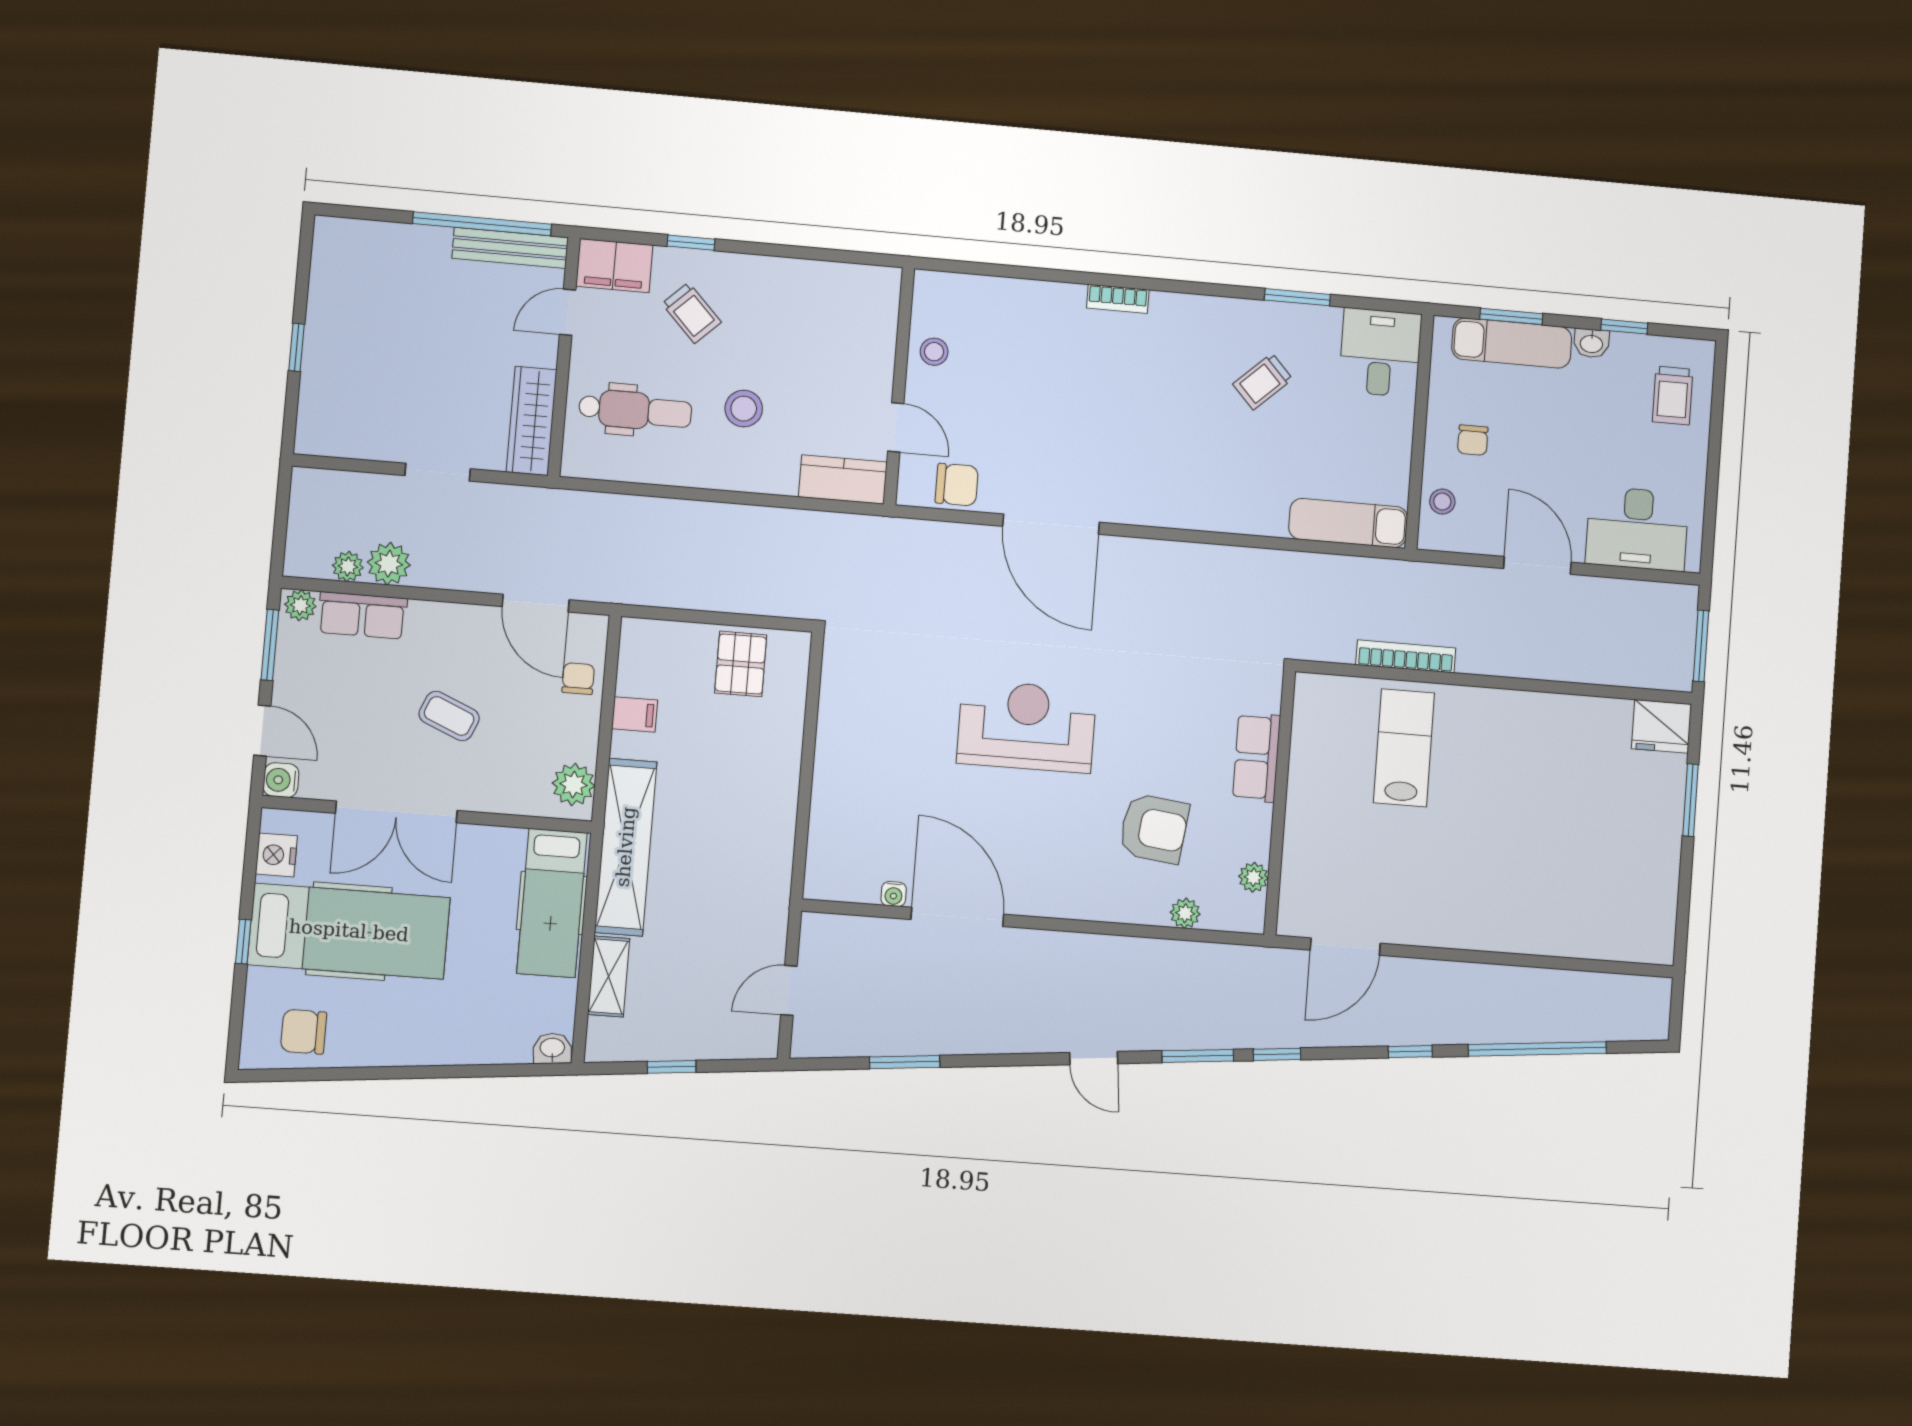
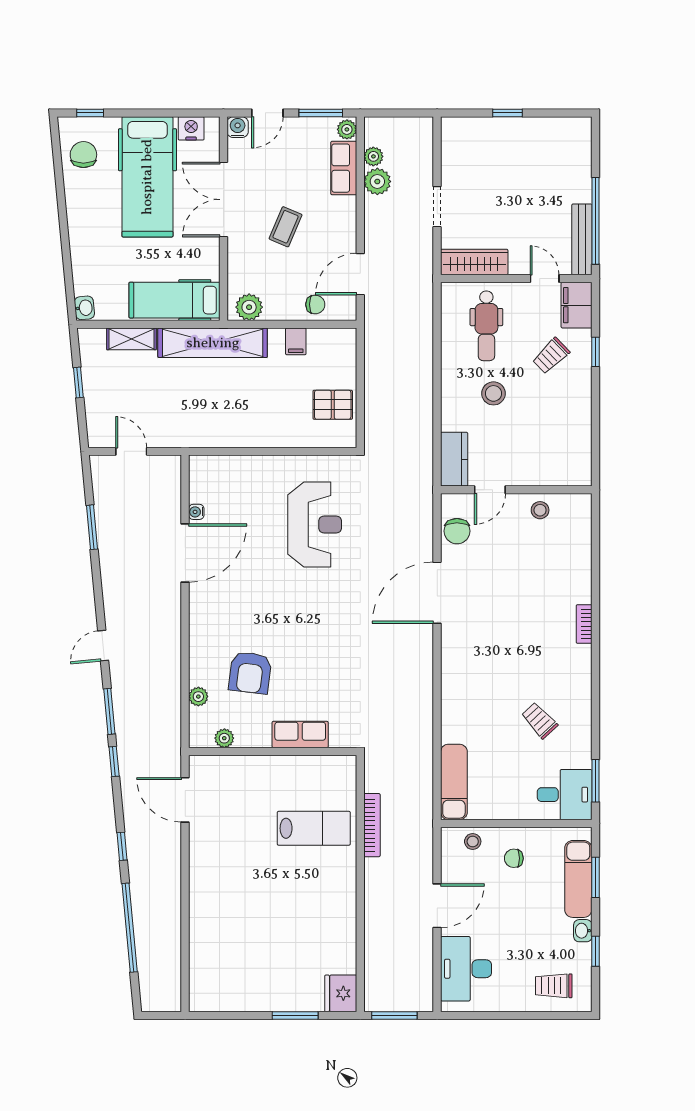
window: (1297, 297) -> (595, 781), moved
reception desk: (1027, 726) -> (315, 525), moved
window: (243, 942) -> (90, 113), moved

